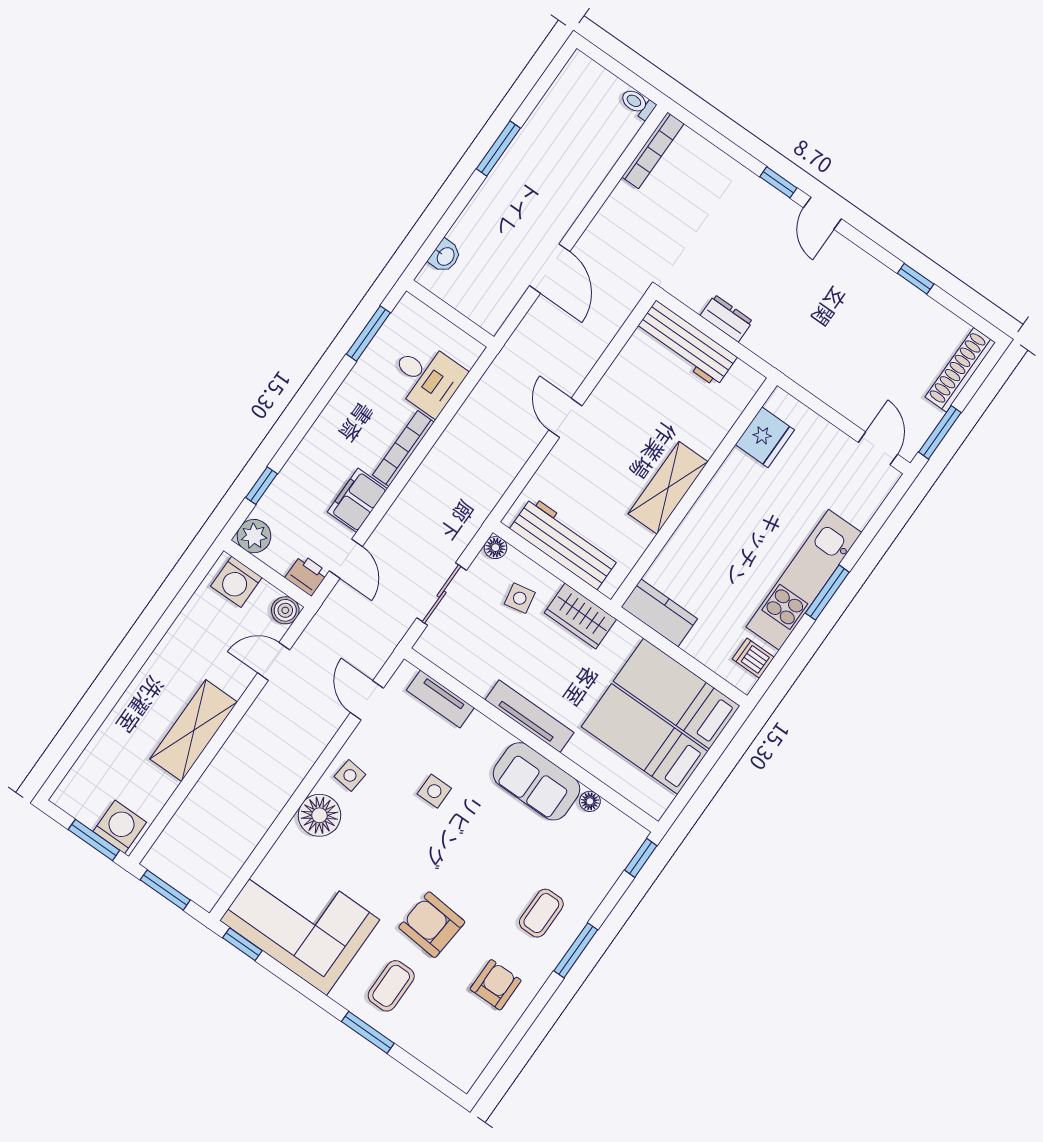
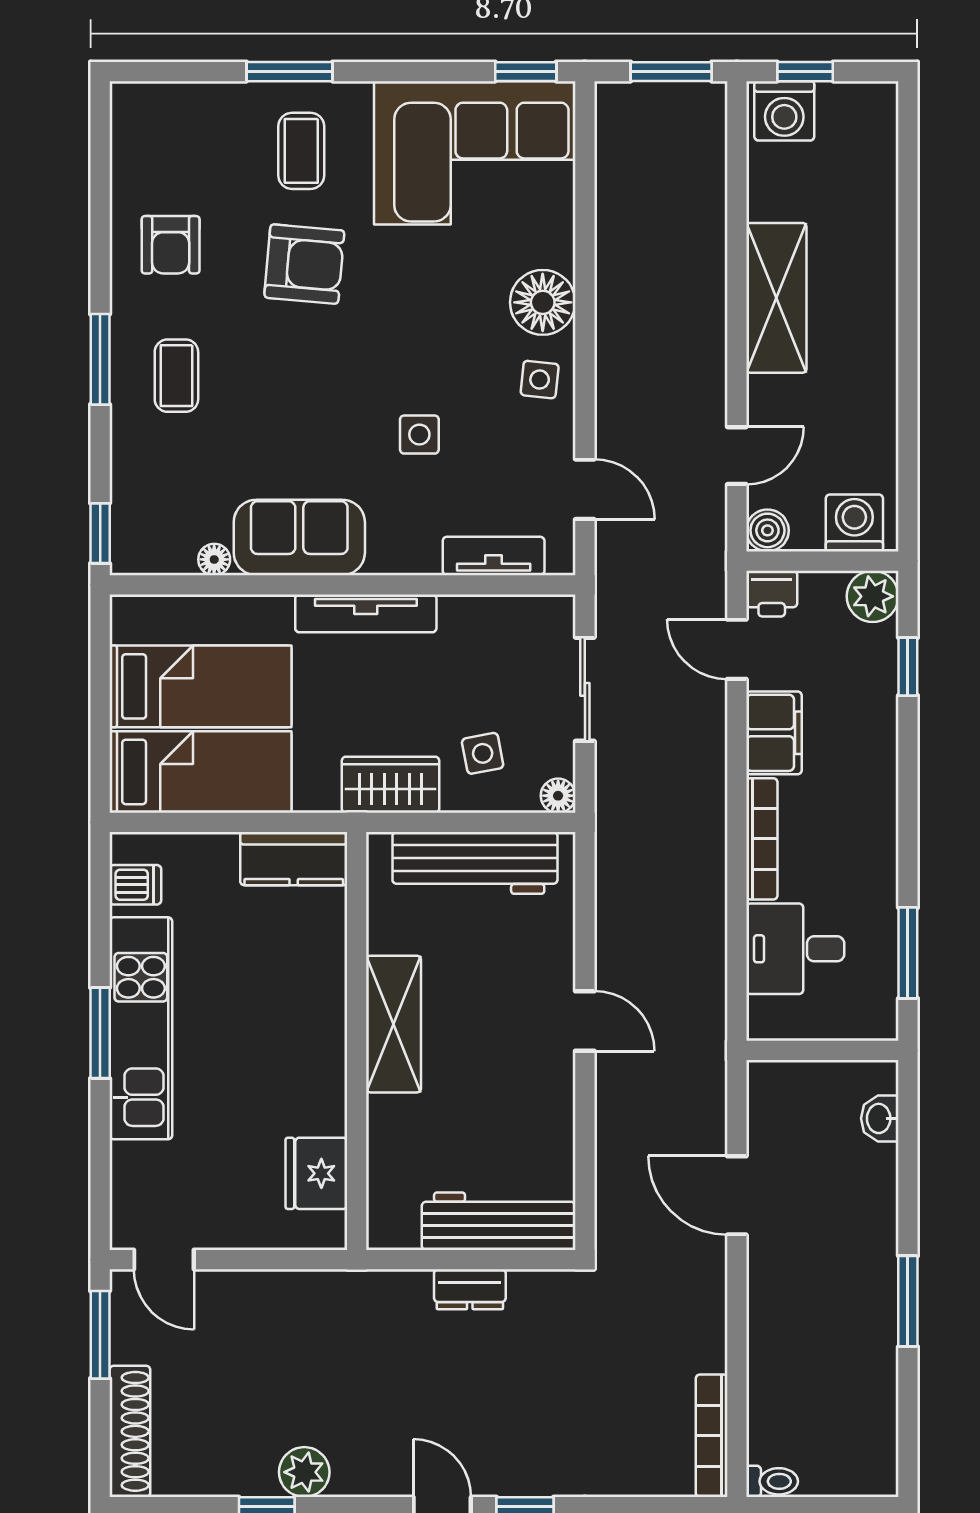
plant: (883, 283) -> (304, 1472), added
window: (94, 840) -> (805, 72), width x0.67

